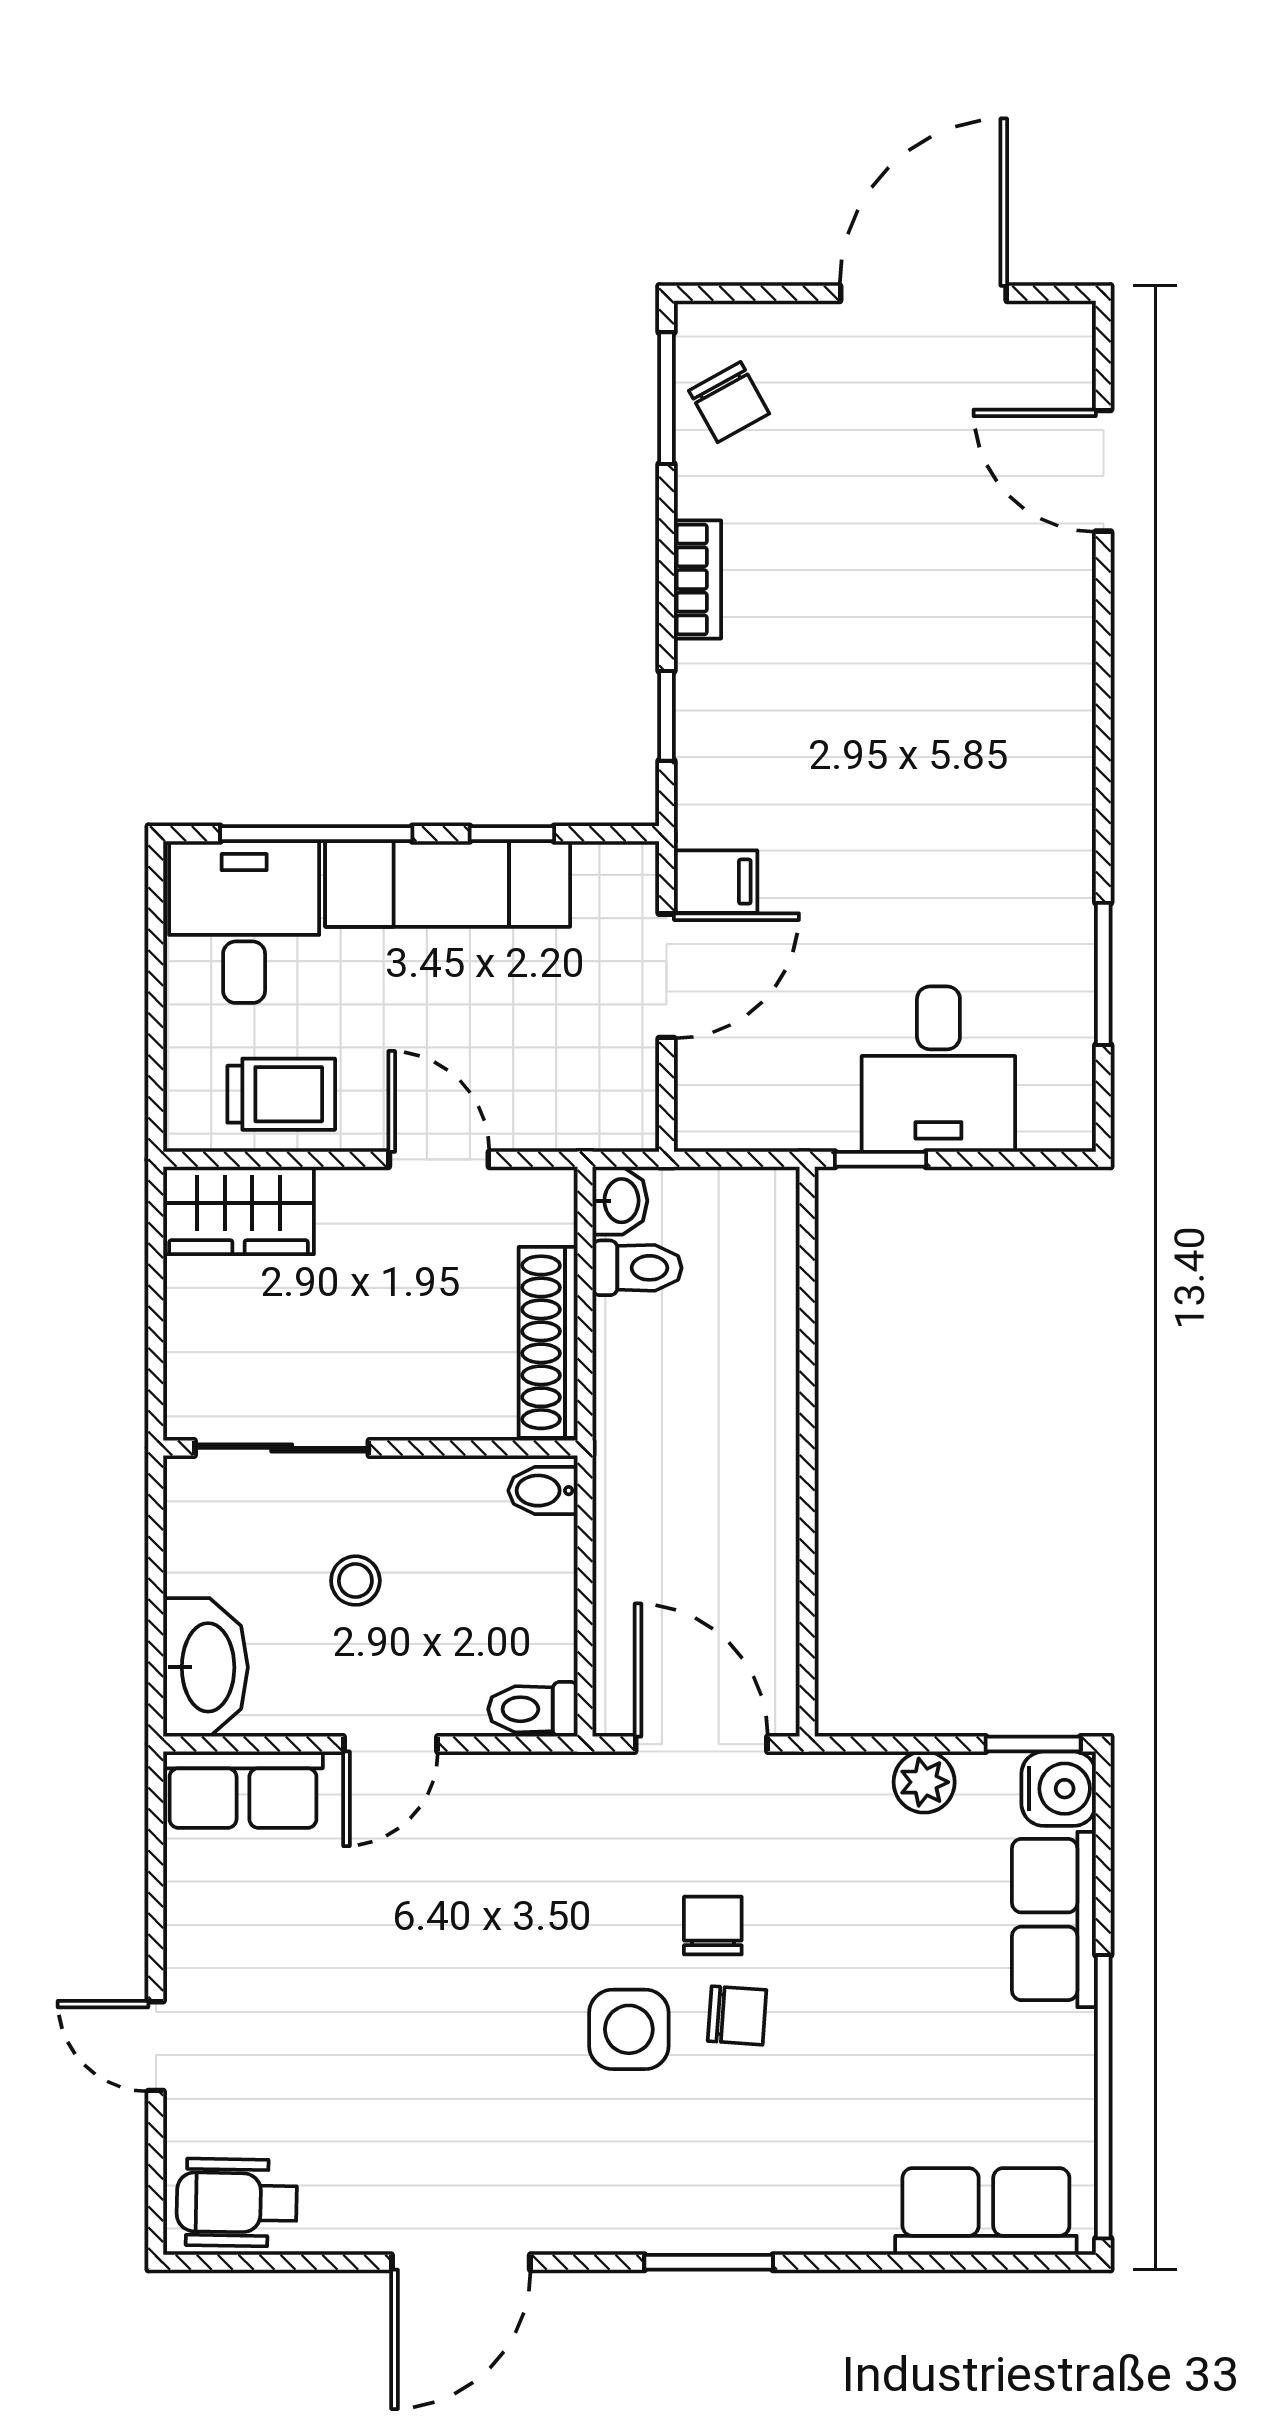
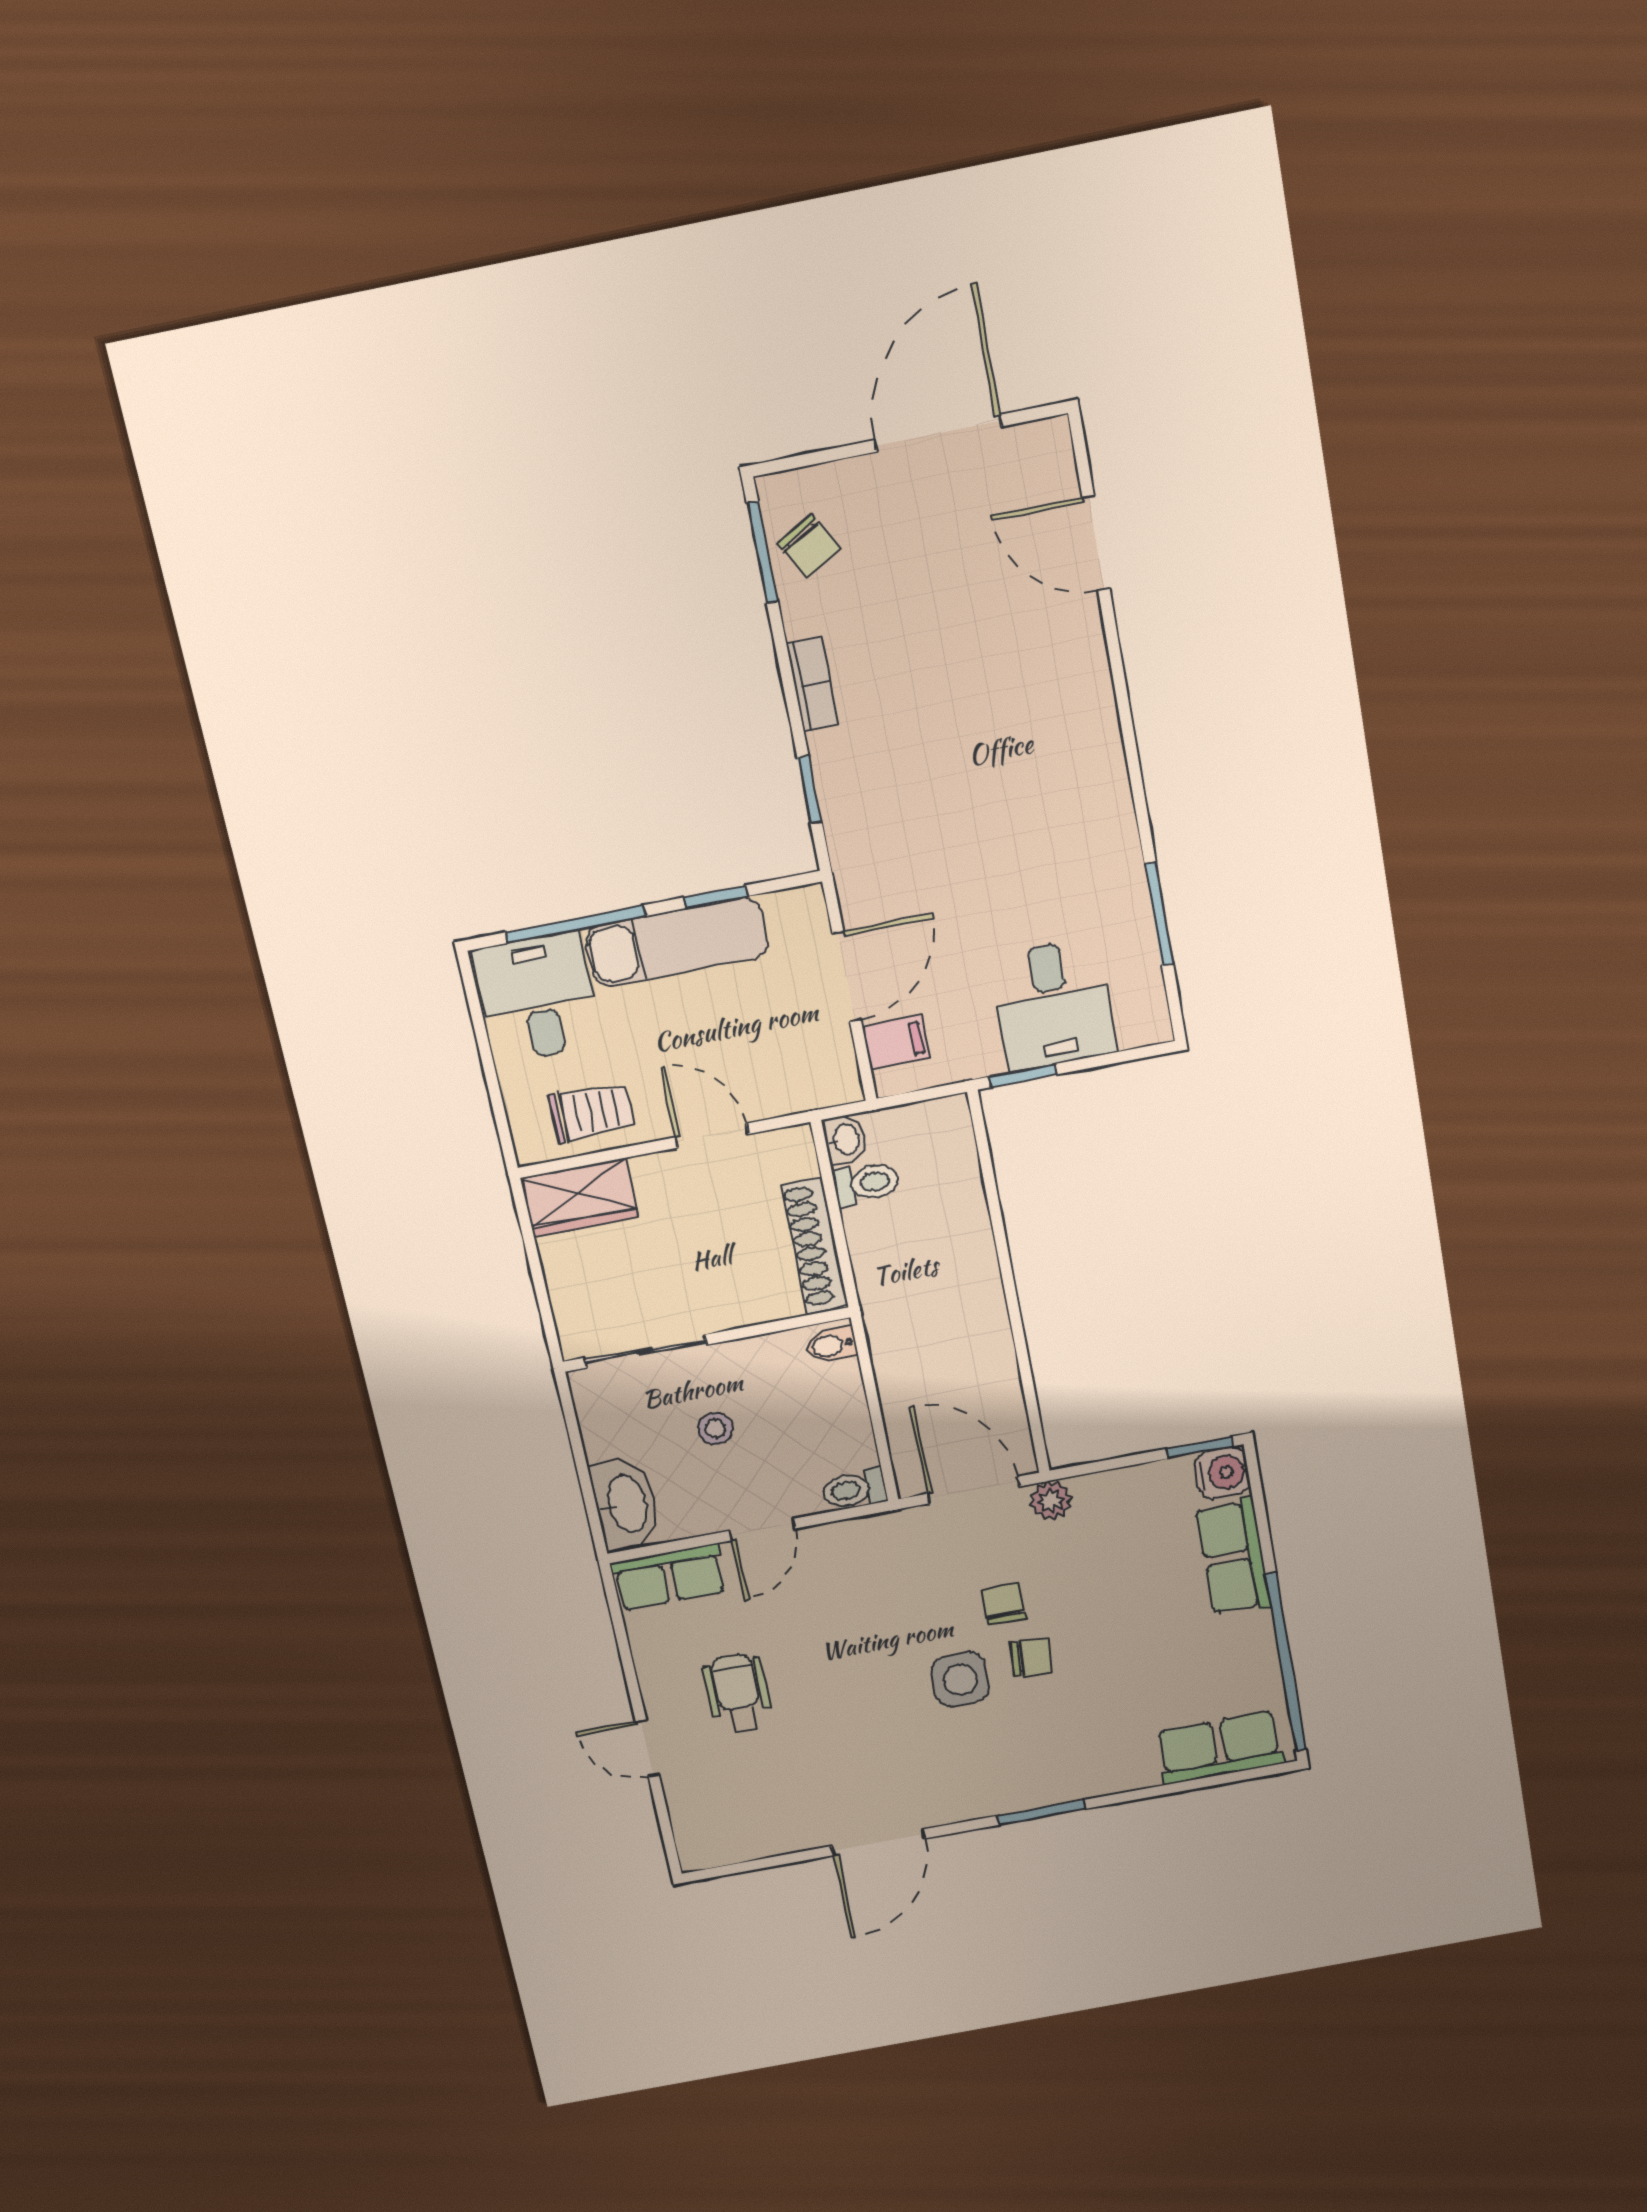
filing cabinet: (716, 882) -> (896, 1042), moved
plant: (924, 1782) -> (1051, 1501), moved
wheelchair: (237, 2203) -> (738, 1693), moved, turned 89

